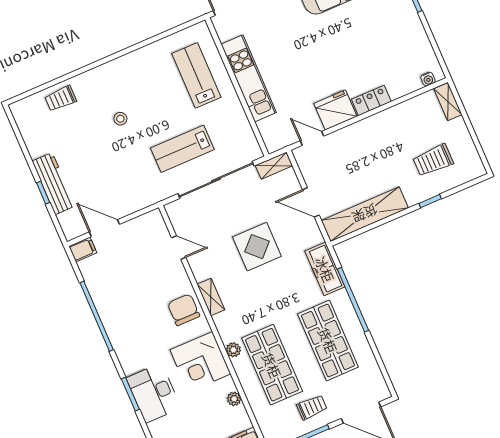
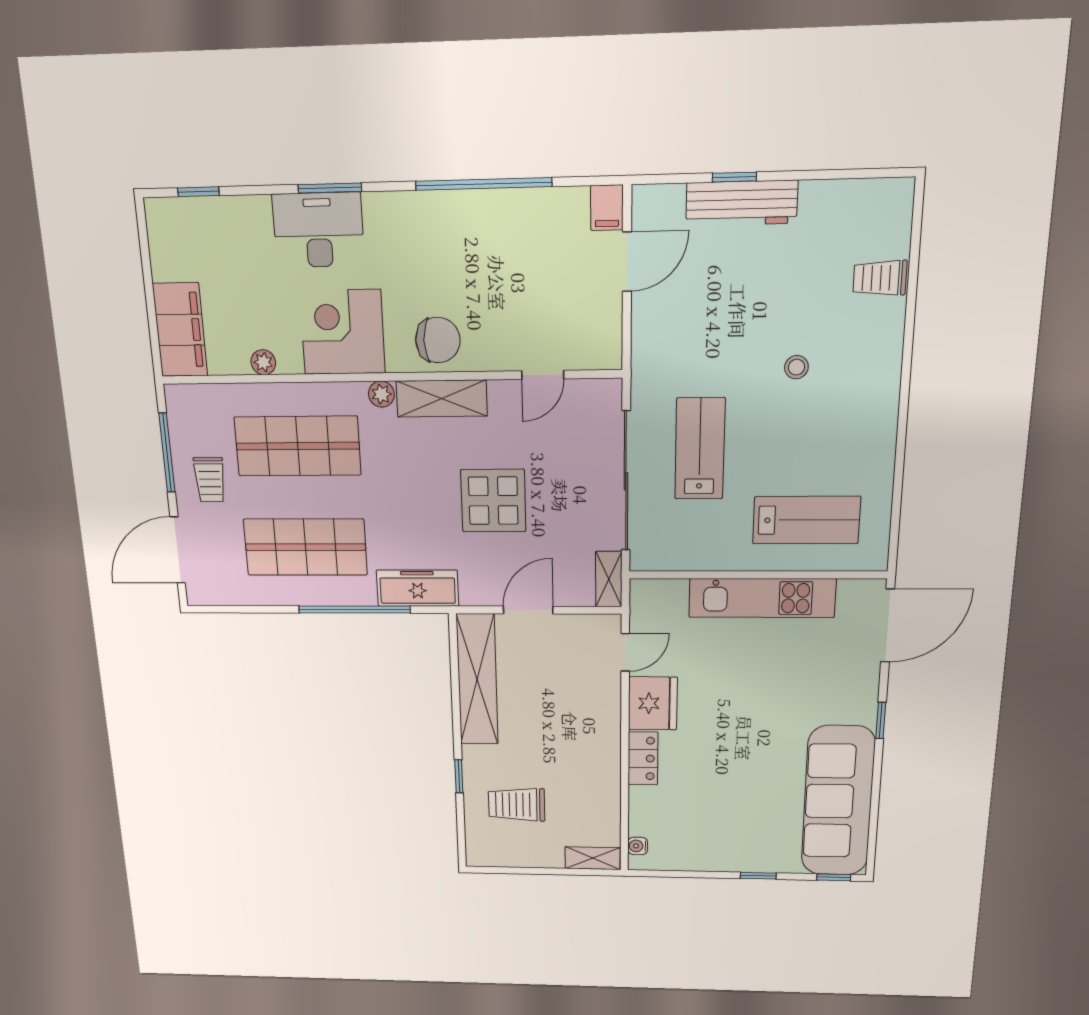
trolley: (61, 98) -> (880, 278), turned -90
trolley: (433, 160) -> (517, 805), turned -90
shelving: (211, 297) -> (442, 399), width x1.50, depth x1.33
plant: (233, 350) -> (381, 394), moved

